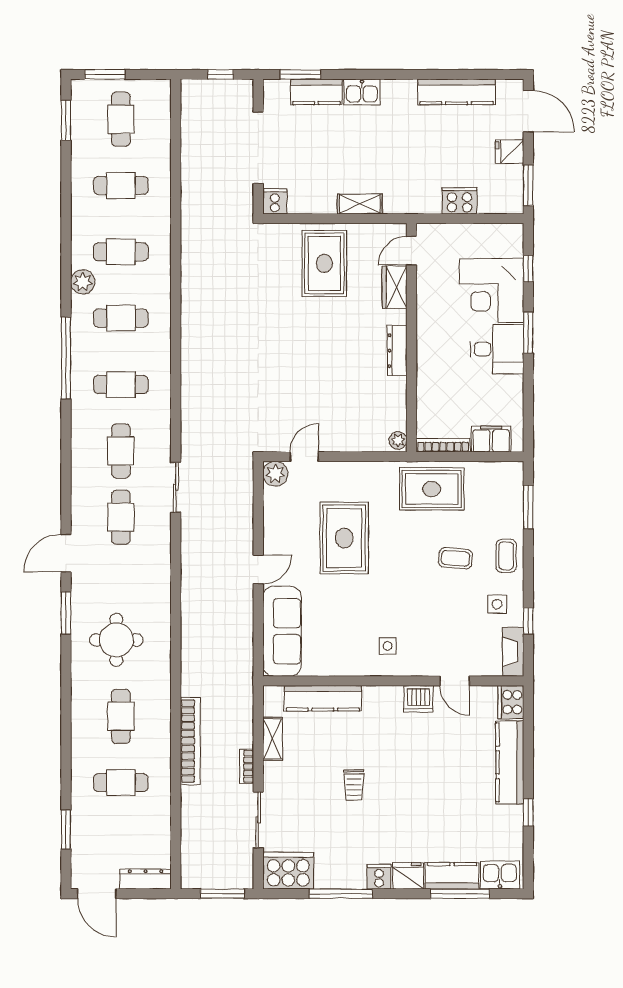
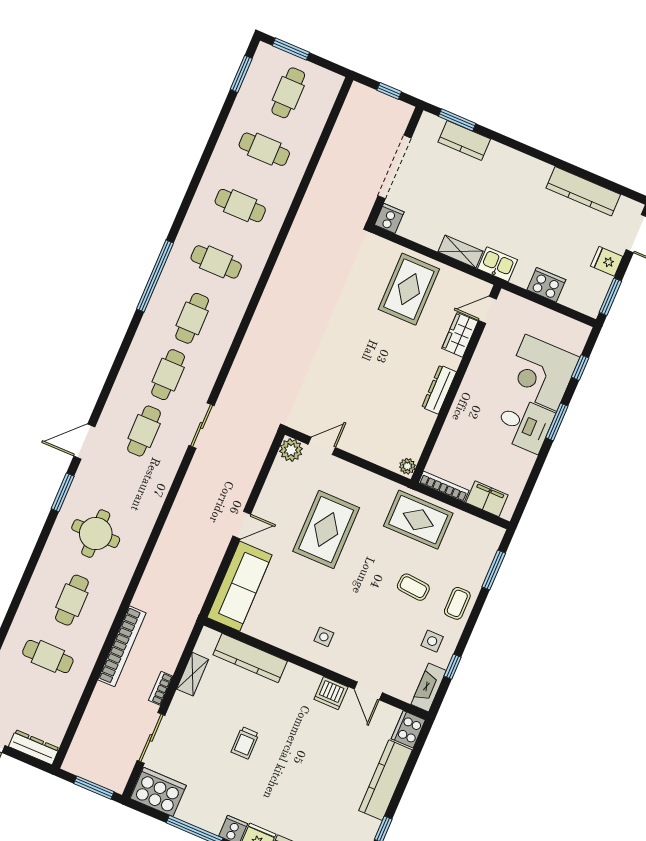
kitchen sink: (362, 92) -> (498, 264), moved, turned 180
plant: (83, 282) -> (197, 217), removed
cafe table: (121, 385) -> (192, 318), turned 90

